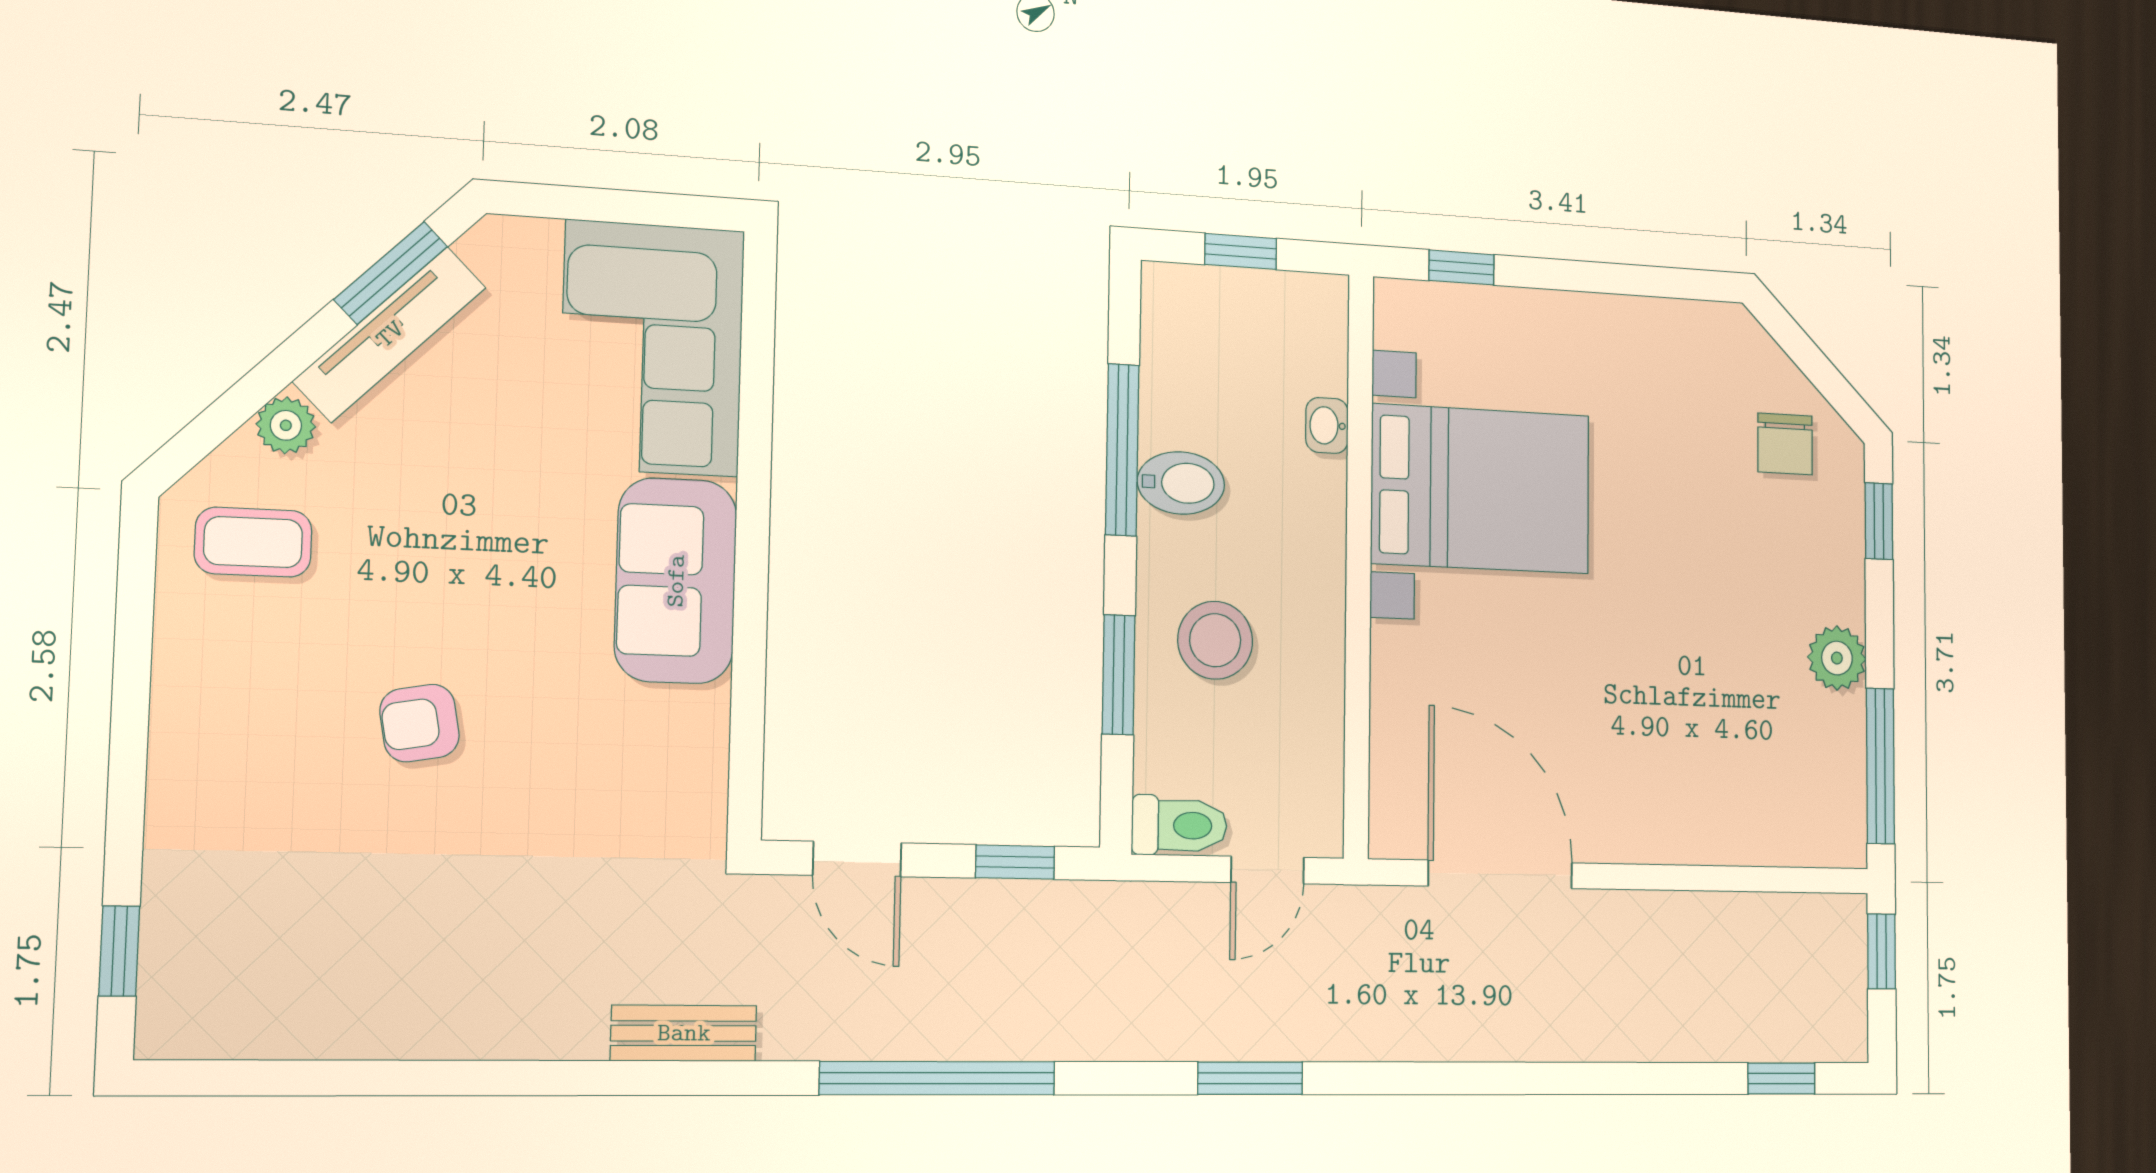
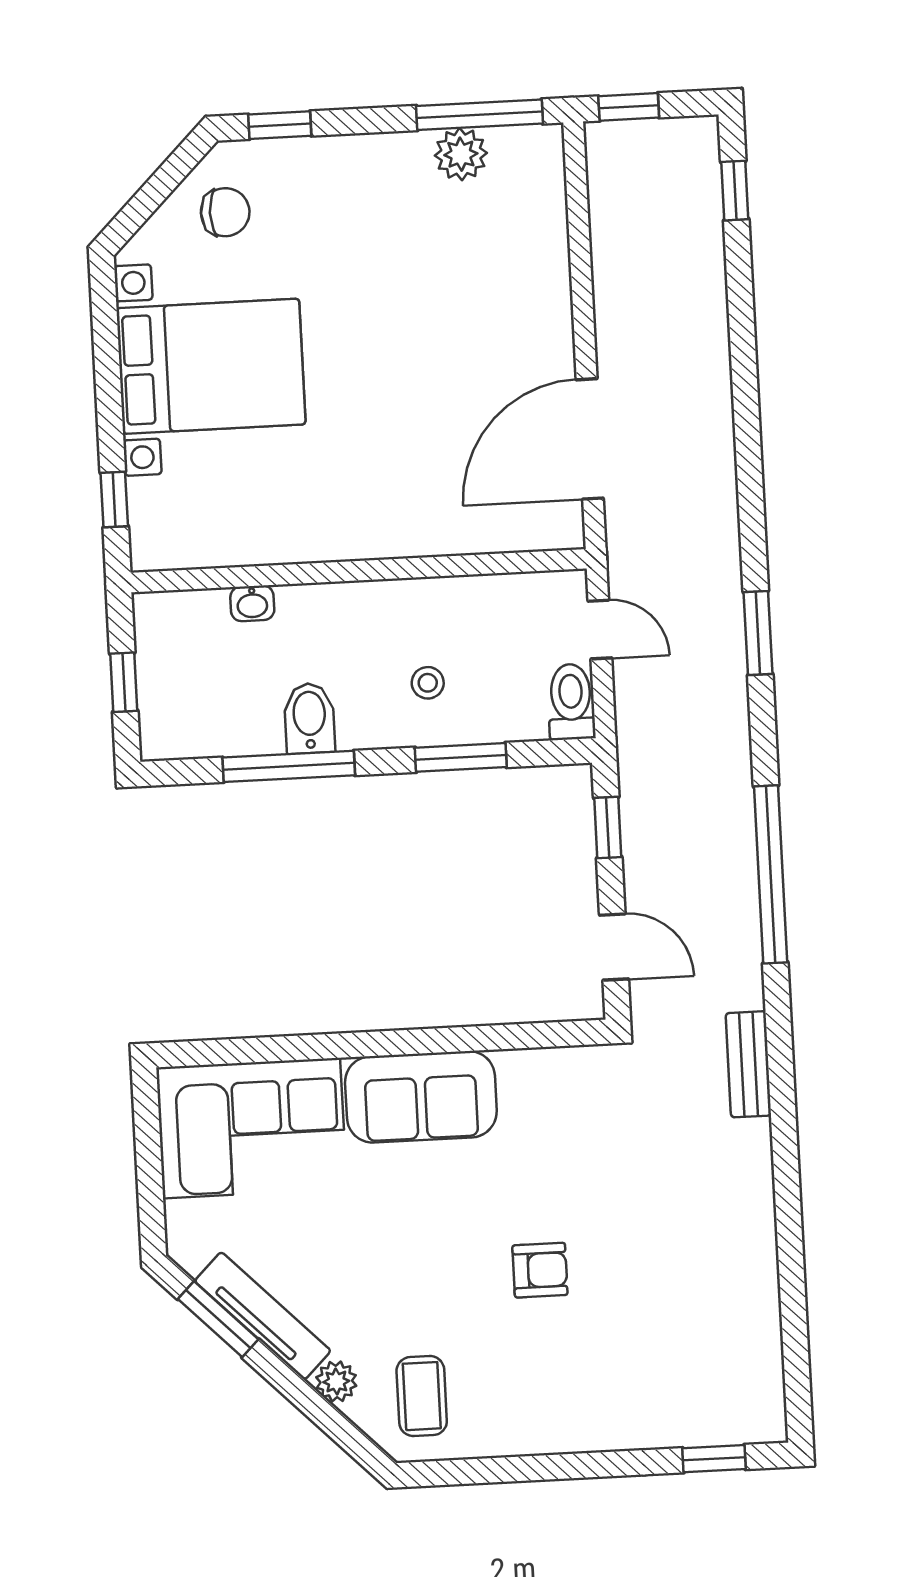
bed with nightstands: (1481, 489) -> (211, 366), moved, turned 90
stool: (1215, 640) -> (428, 683), width x0.53, depth x0.53
plant: (1837, 658) -> (461, 154), moved
armchair: (420, 723) -> (540, 1270), turned -80
door: (857, 859) -> (614, 947), hinge flipped

